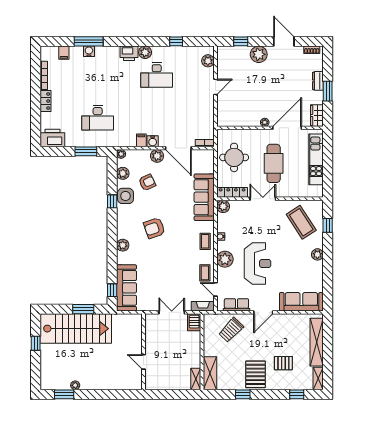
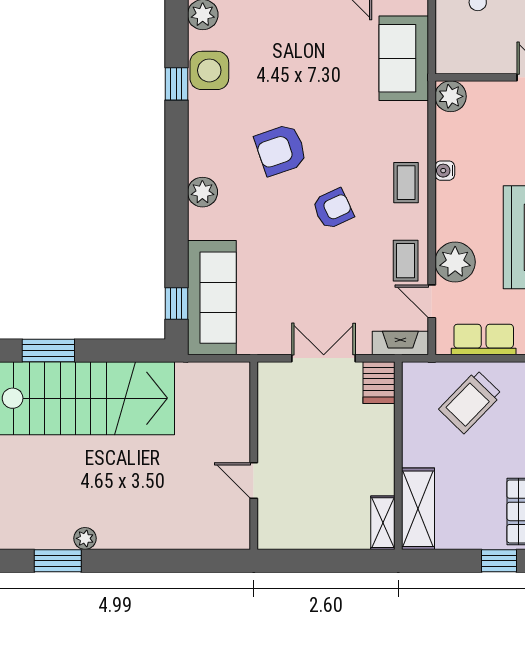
armchair: (147, 182) -> (333, 209), moved
locker: (232, 192) -> (473, 62), removed
sofa: (204, 197) -> (404, 58), width x0.73
plant: (225, 259) -> (455, 262), moved
window: (83, 309) -> (48, 350), moved

